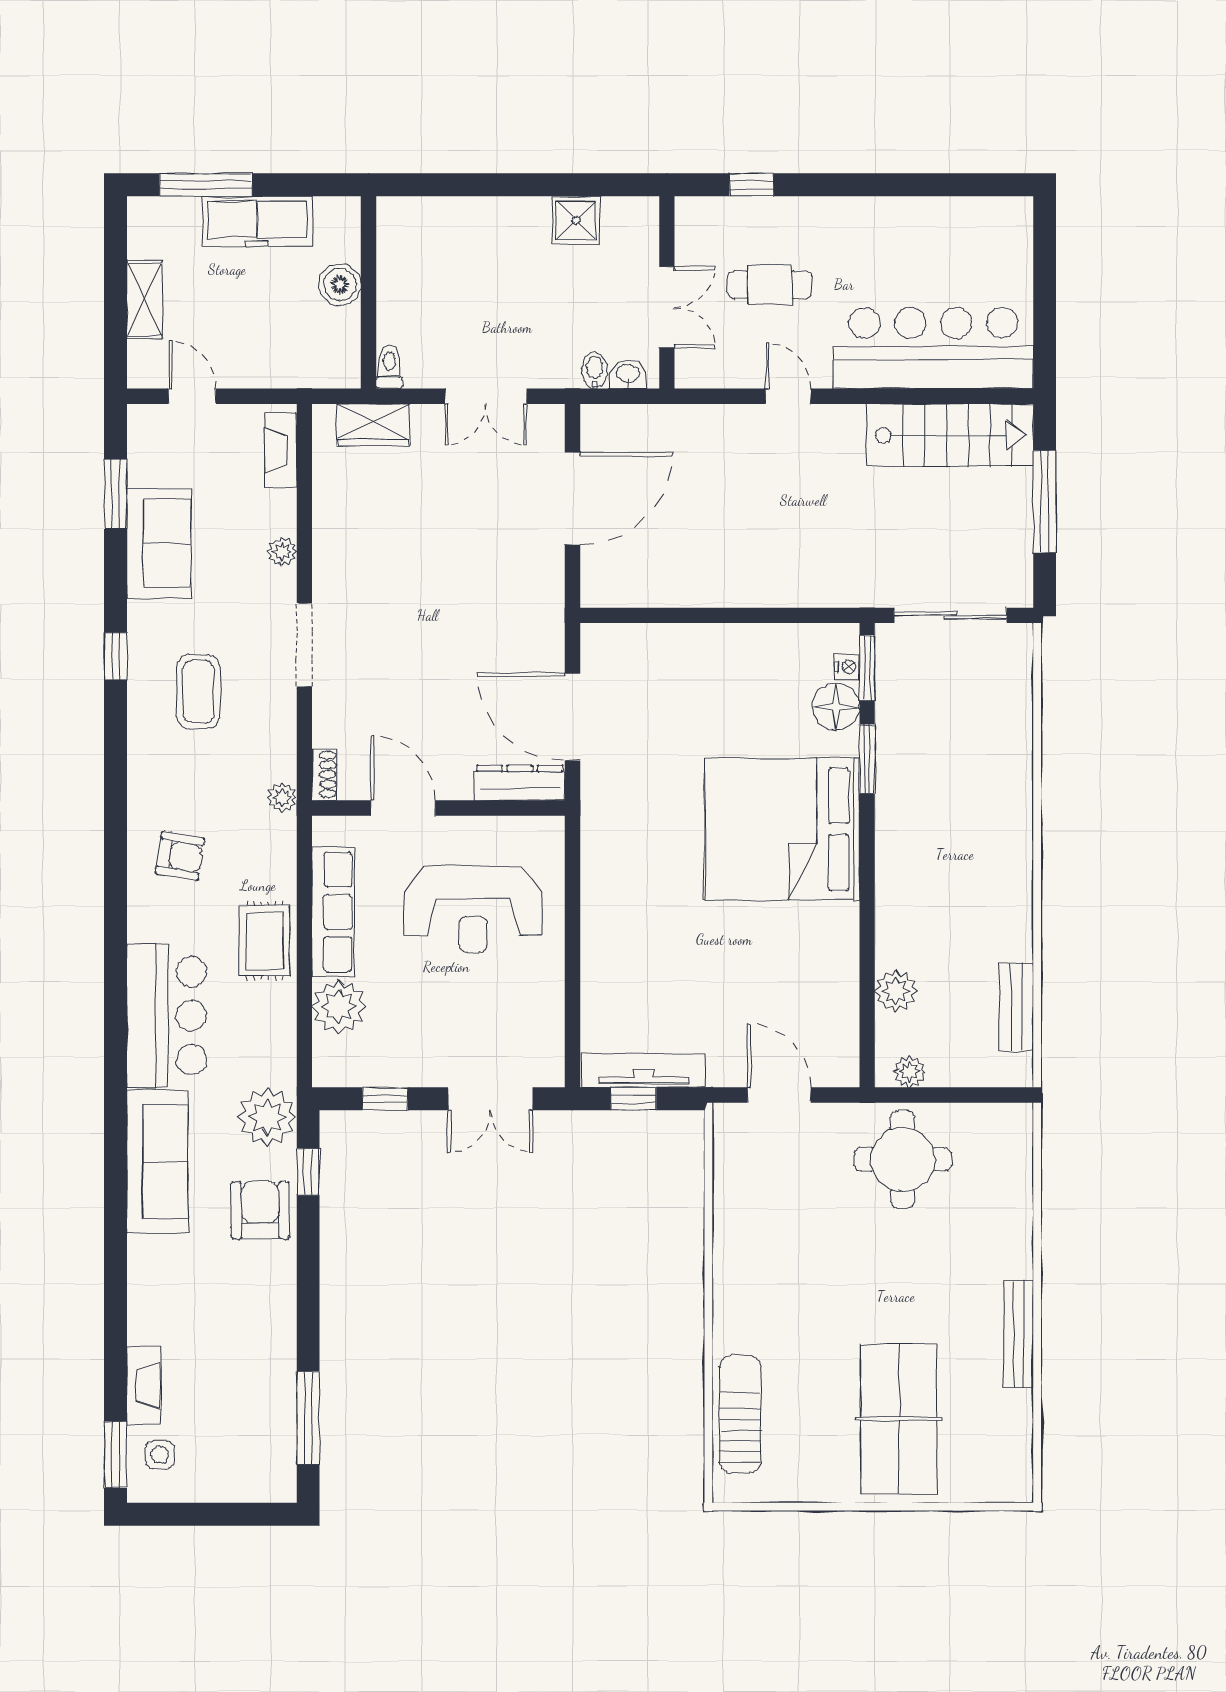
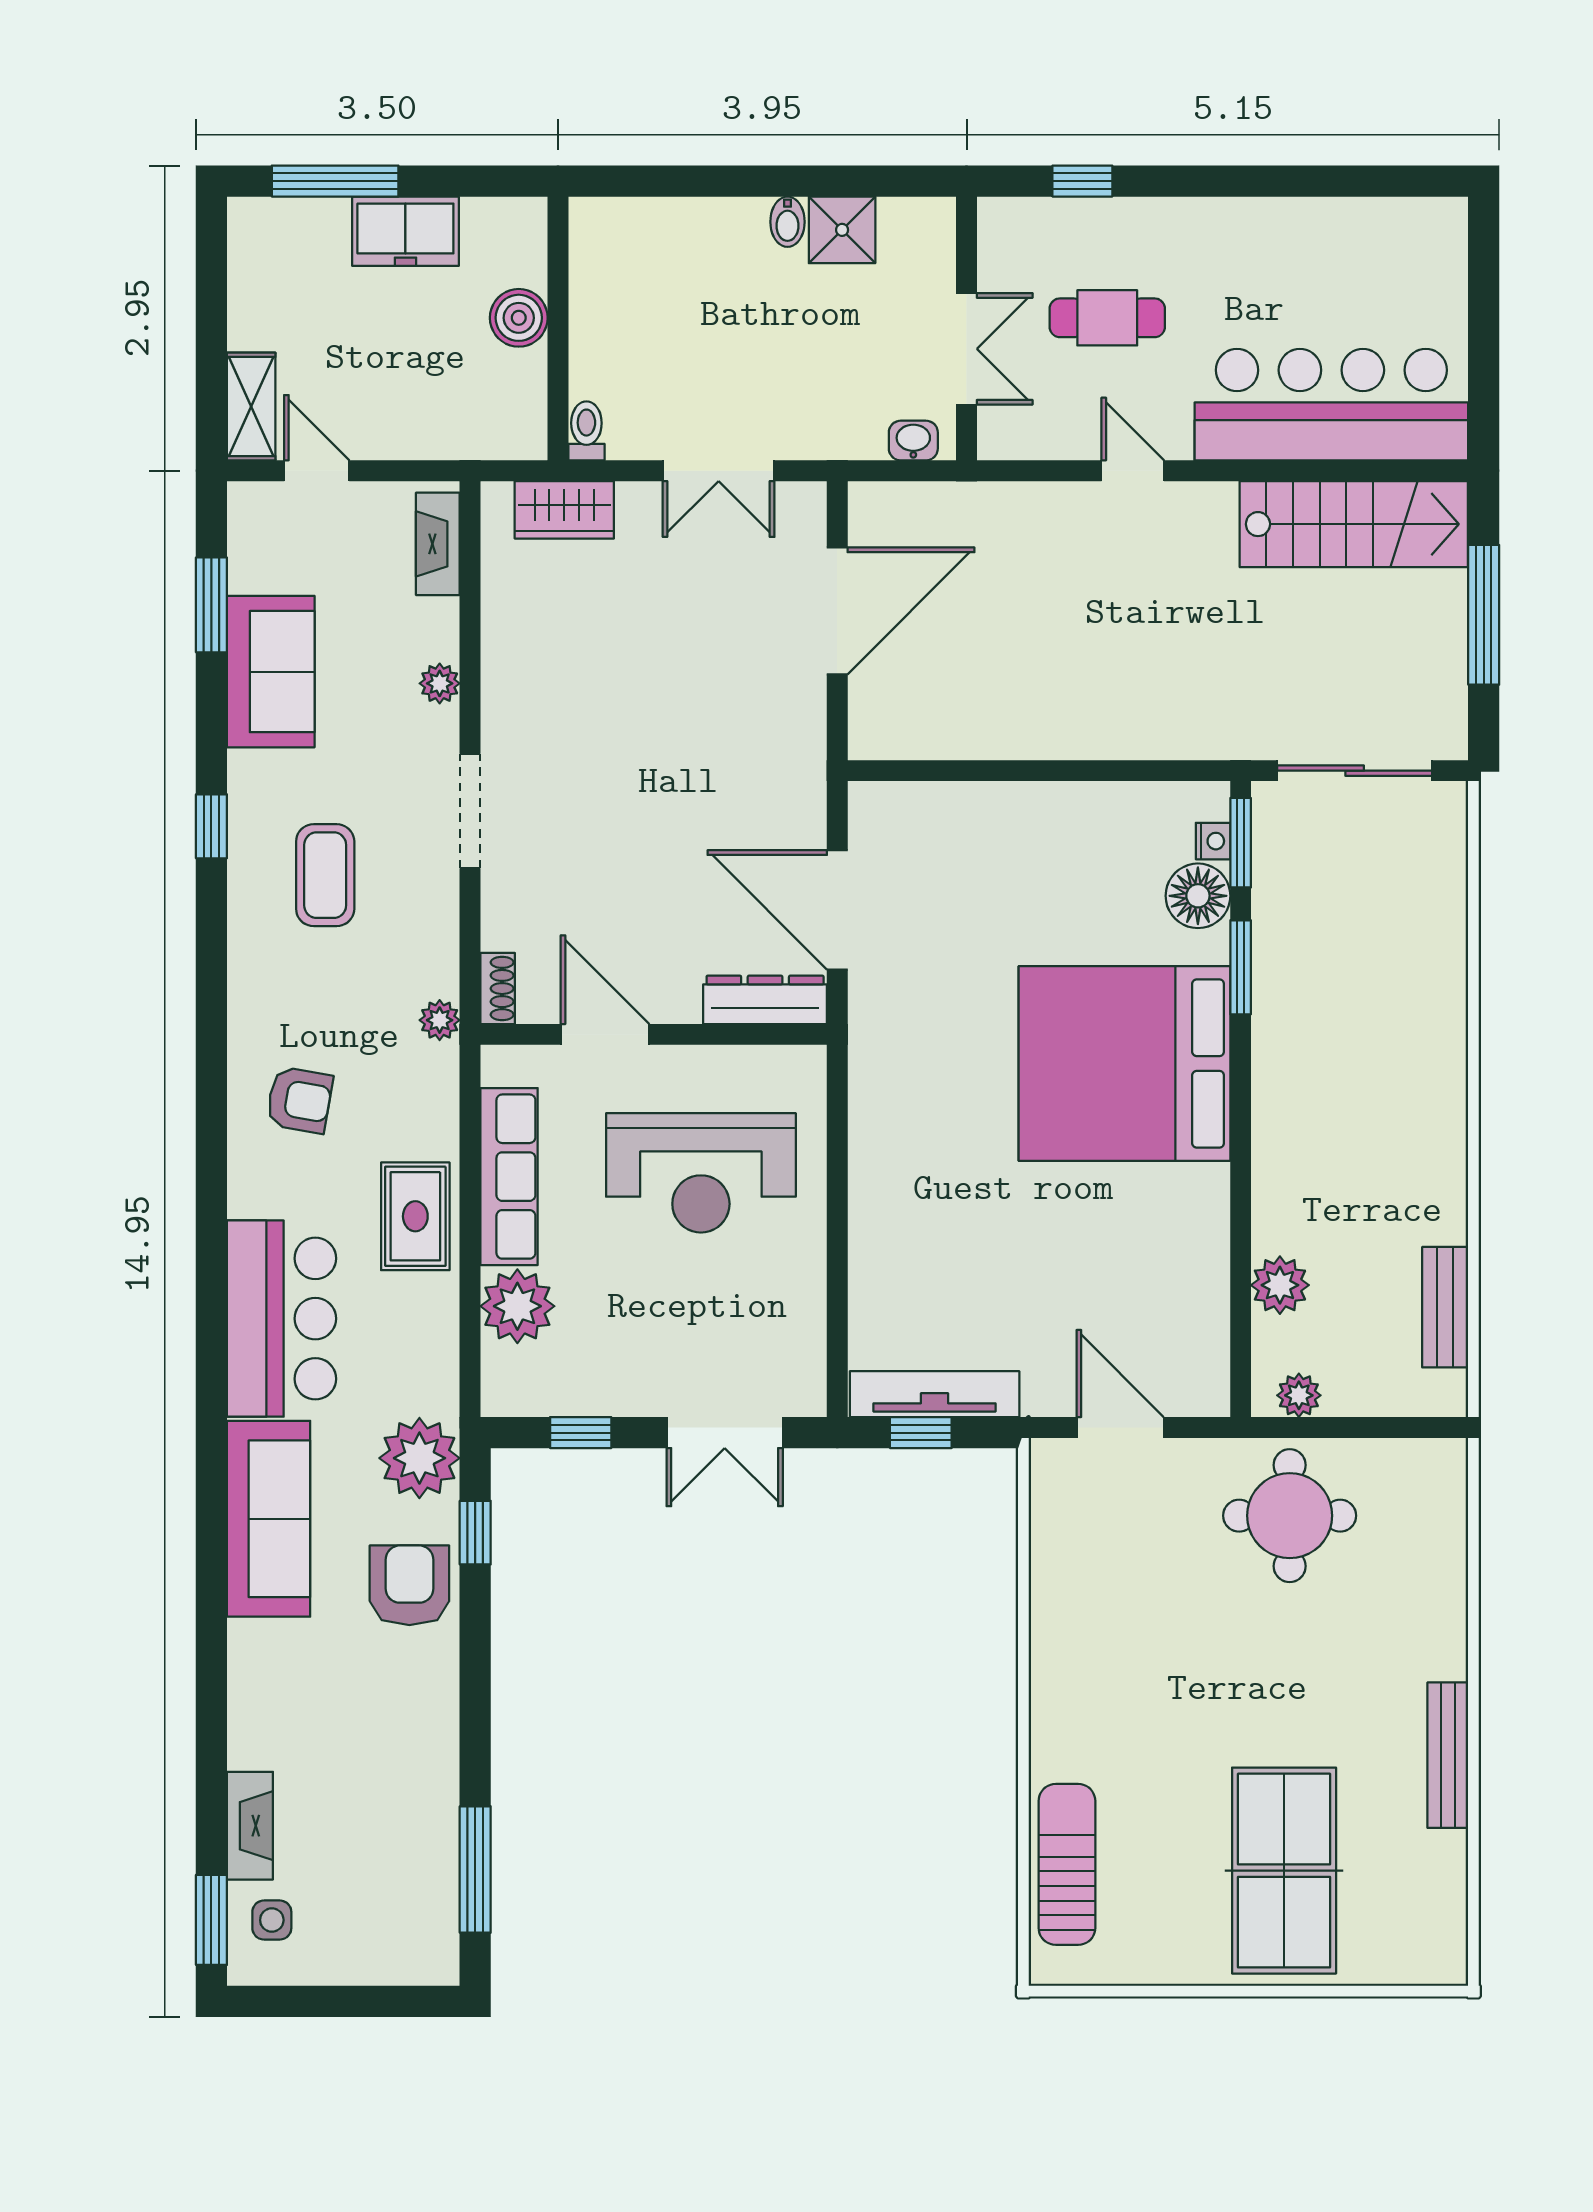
freezer: (257, 221) -> (405, 231), width x0.71
shelving: (144, 300) -> (251, 407), moved
bidet: (595, 370) -> (787, 222), moved, turned 180

